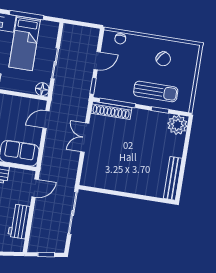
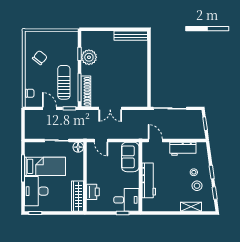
sun lounger: (156, 91) -> (64, 82), moved
plant: (177, 125) -> (89, 57), moved

